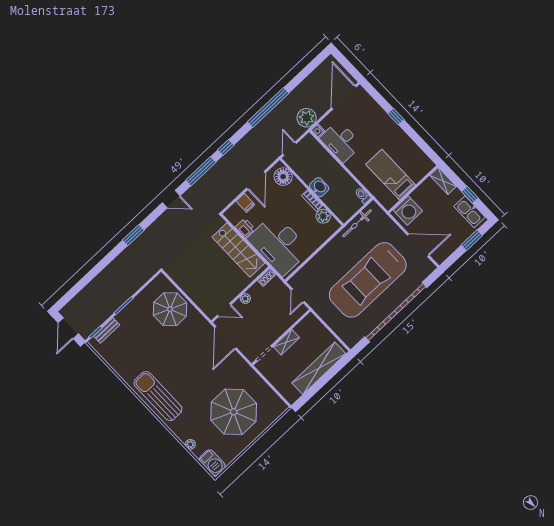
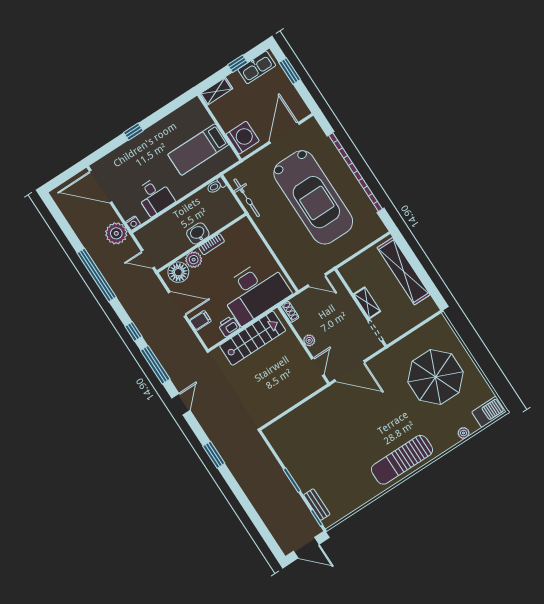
desk: (341, 141) -> (155, 196), width x0.73
plant: (323, 216) -> (194, 260), moved
parasol: (170, 309) -> (306, 428), removed

